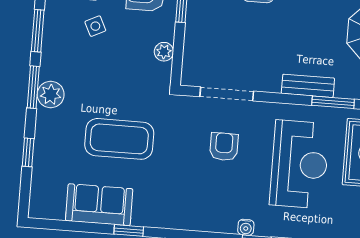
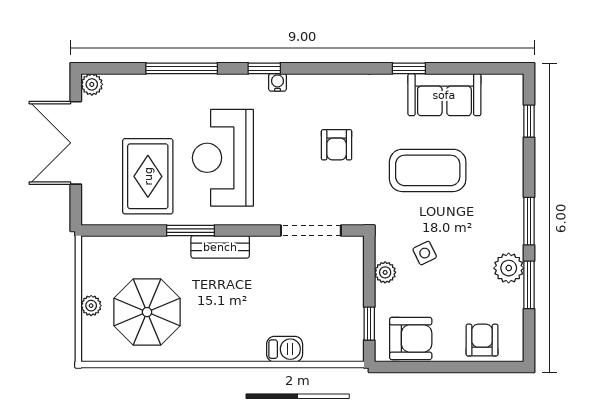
side table: (95, 26) -> (425, 253), moved
plant: (51, 94) -> (509, 268), moved
armchair: (224, 147) -> (337, 145), moved
window: (28, 152) -> (529, 121), moved

